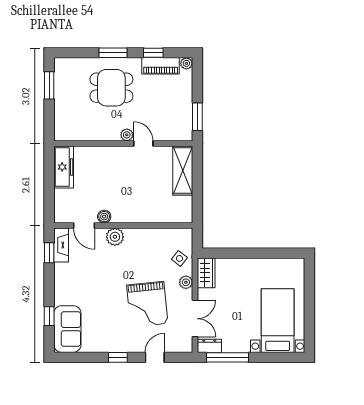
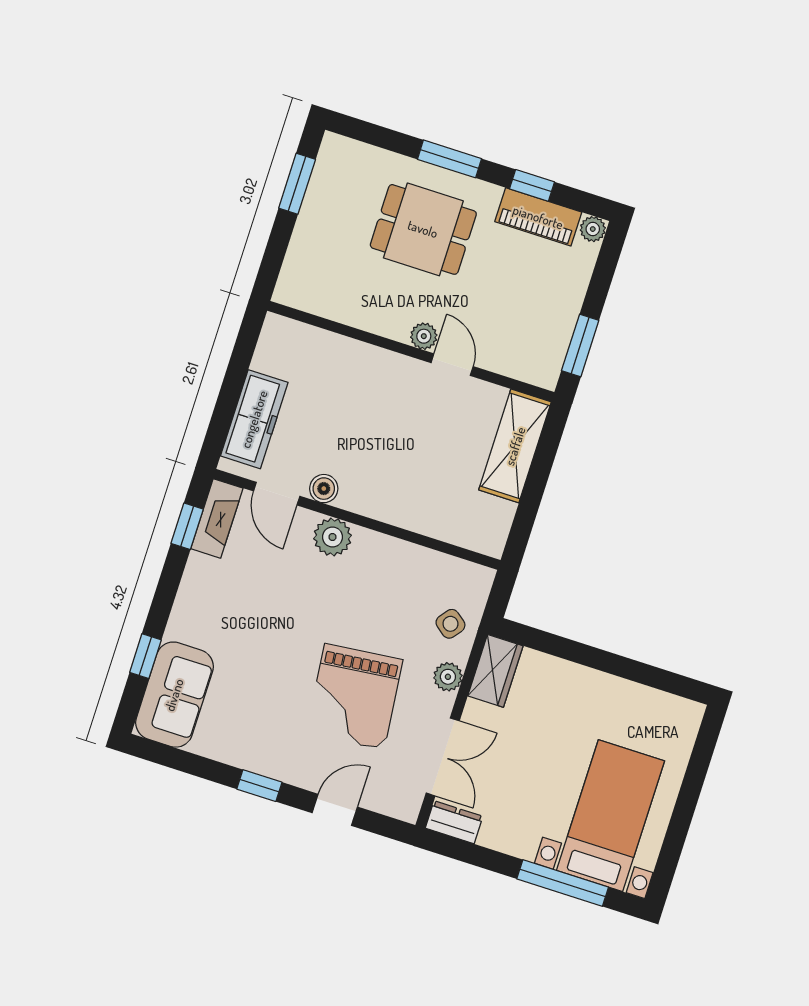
freezer: (64, 167) -> (254, 419), moved
window: (227, 357) -> (563, 883), moved

